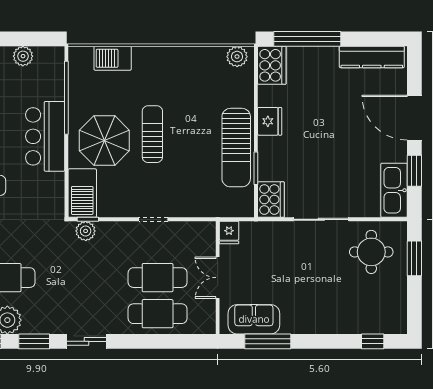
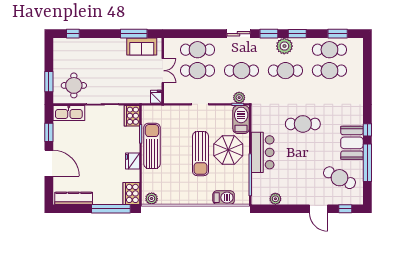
sun lounger: (152, 134) -> (201, 154), width x1.36, depth x1.34
kitchen sink: (394, 190) -> (69, 113), moved, turned 90
cafe table: (82, 278) -> (241, 71), added

